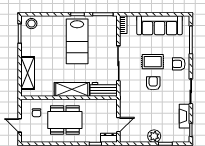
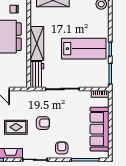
lab bench: (77, 41) -> (84, 49), turned 180
rug: (153, 62) -> (16, 127), moved, turned 90

